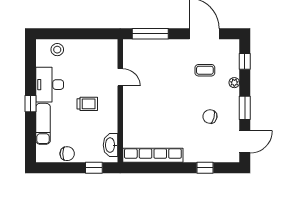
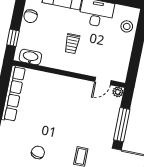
window: (150, 34) -> (122, 125), moved
plant: (129, 45) -> (118, 92), added
door: (120, 77) -> (103, 81), moved

